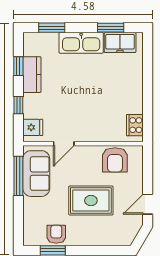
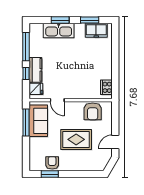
window: (52, 28) -> (60, 20), moved
kitchen sink: (81, 43) -> (59, 30), moved
window: (18, 66) -> (26, 47), width x2.17
kitchen counter: (32, 75) -> (35, 70), moved
door: (64, 144) -> (57, 100), hinge flipped

